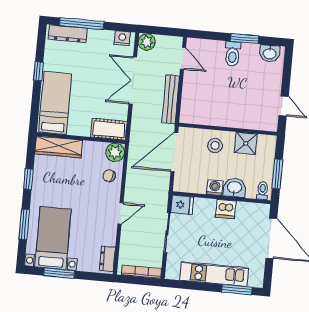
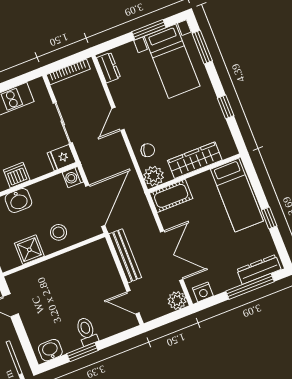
wardrobe: (59, 147) -> (195, 160), moved
washing machine: (215, 188) -> (73, 177), moved, turned 90
window: (24, 224) -> (202, 47), moved

